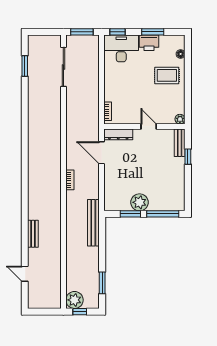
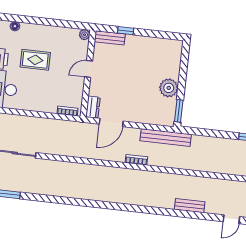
rug: (167, 75) -> (35, 60), moved, turned 90
dresser: (118, 134) -> (93, 107), width x0.70
window: (130, 214) -> (179, 111), moved
window: (163, 214) -> (184, 64), removed
bench: (93, 223) -> (166, 138), moved

